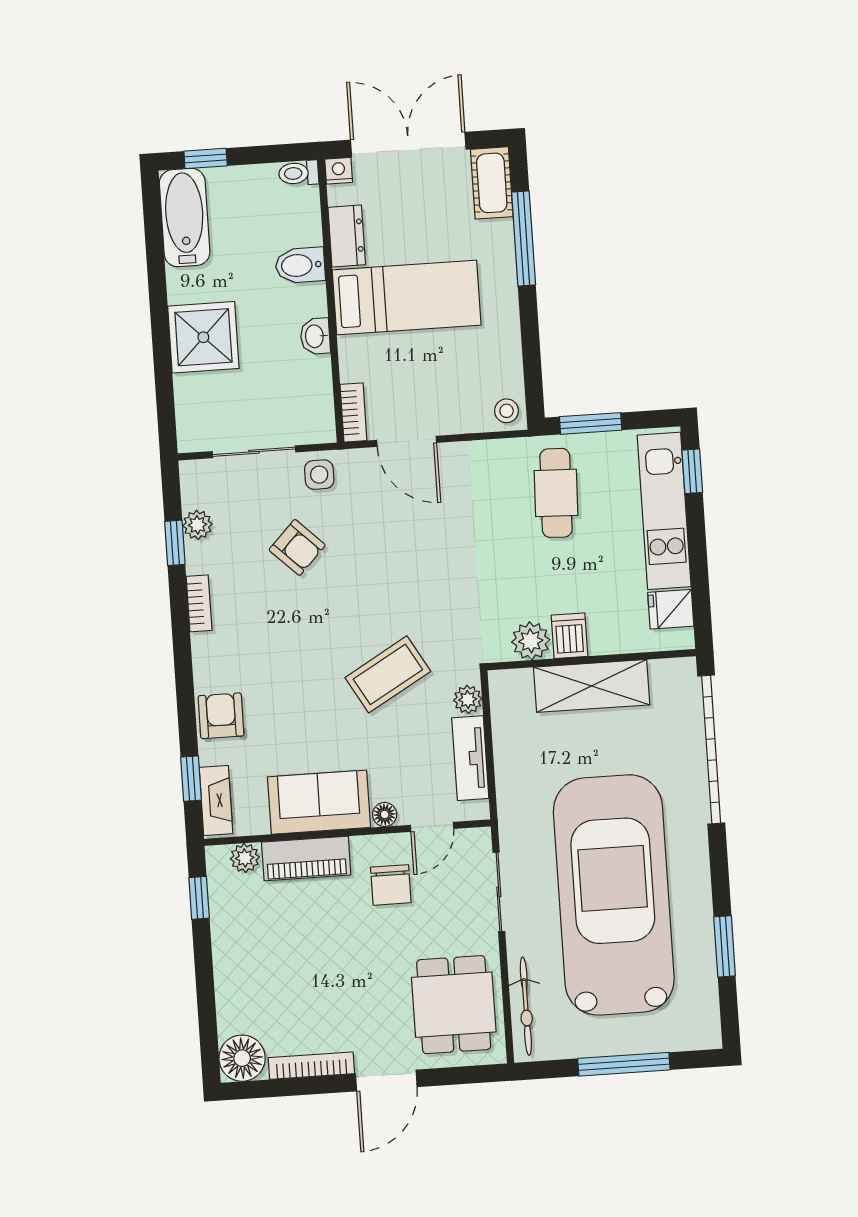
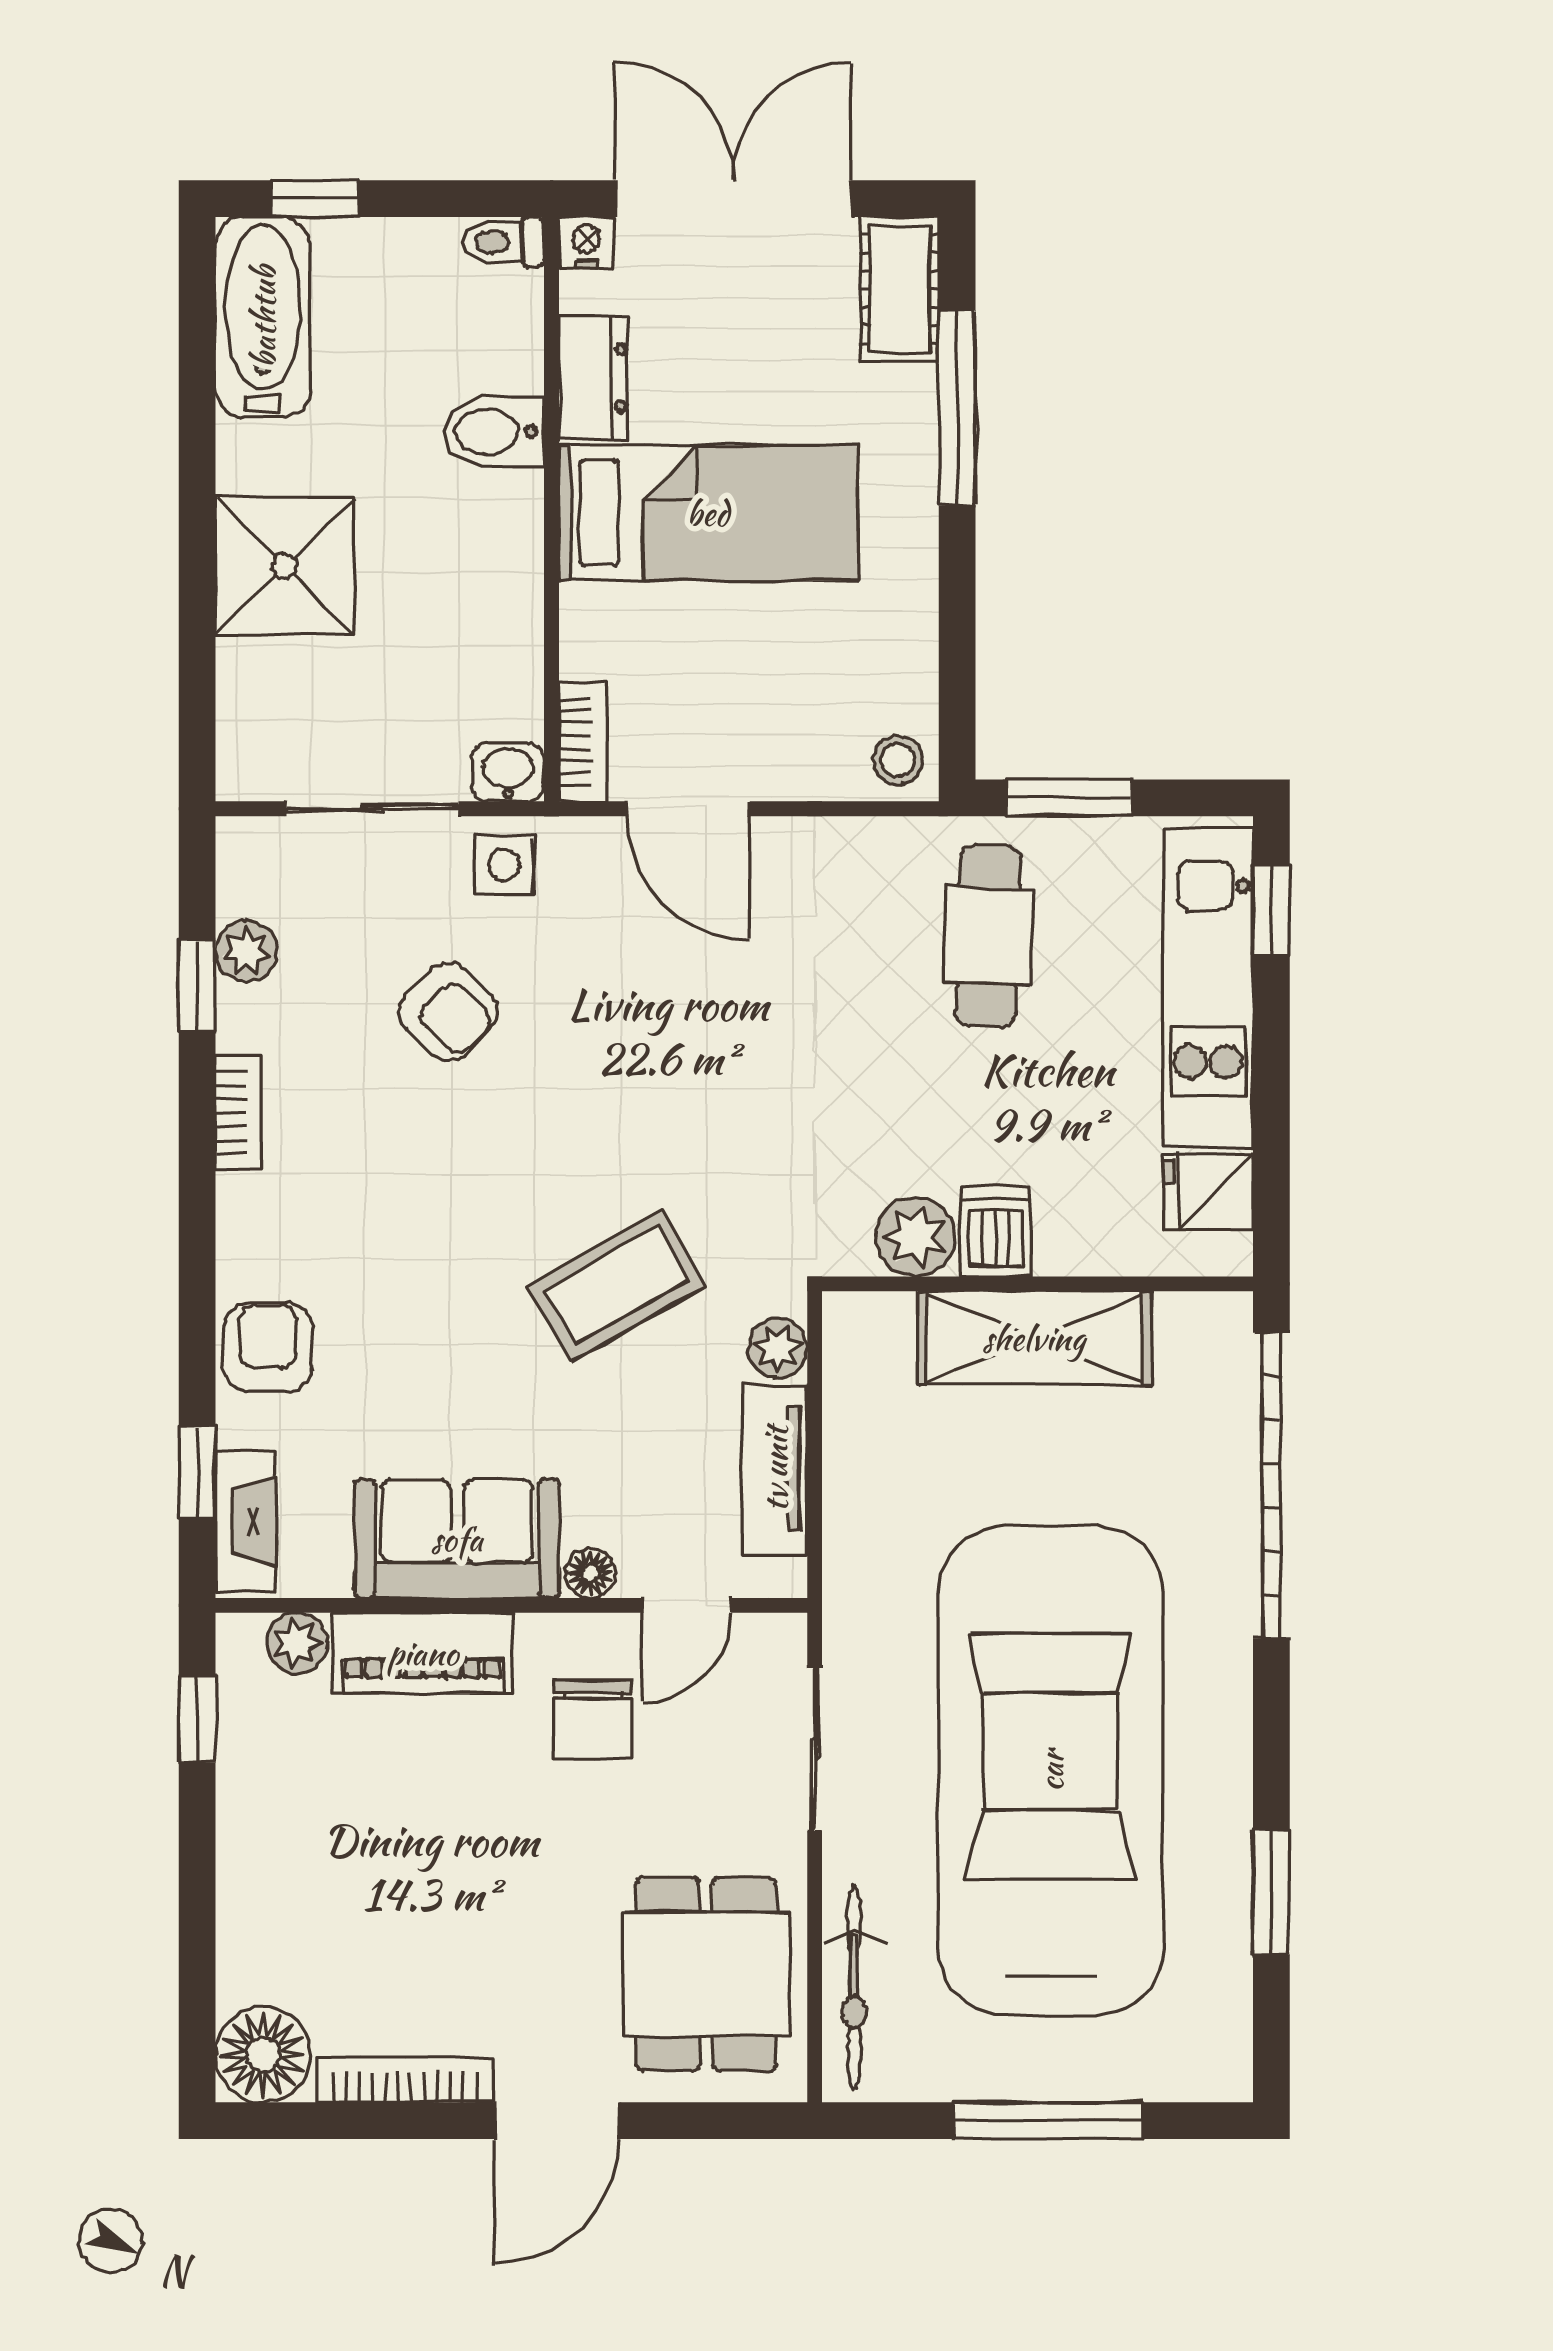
washbasin: (315, 336) -> (508, 772), moved, turned 90

